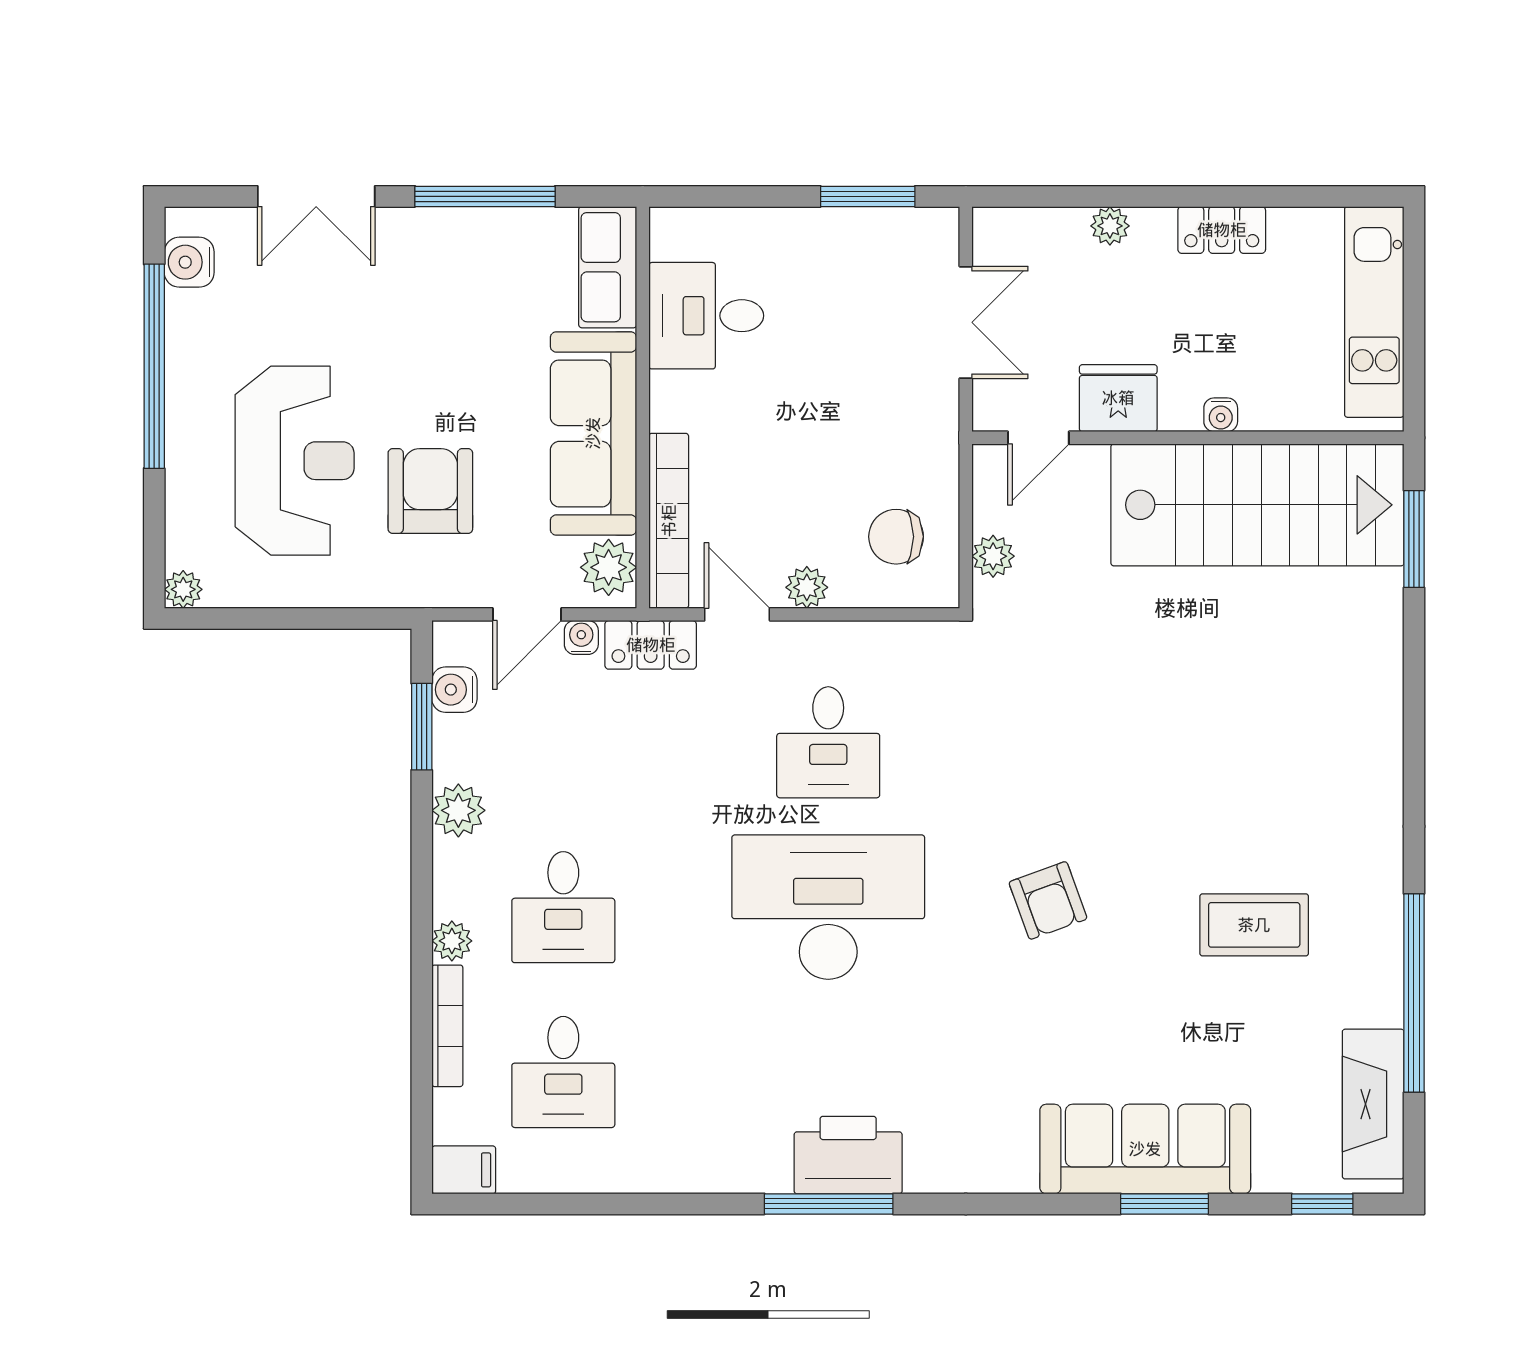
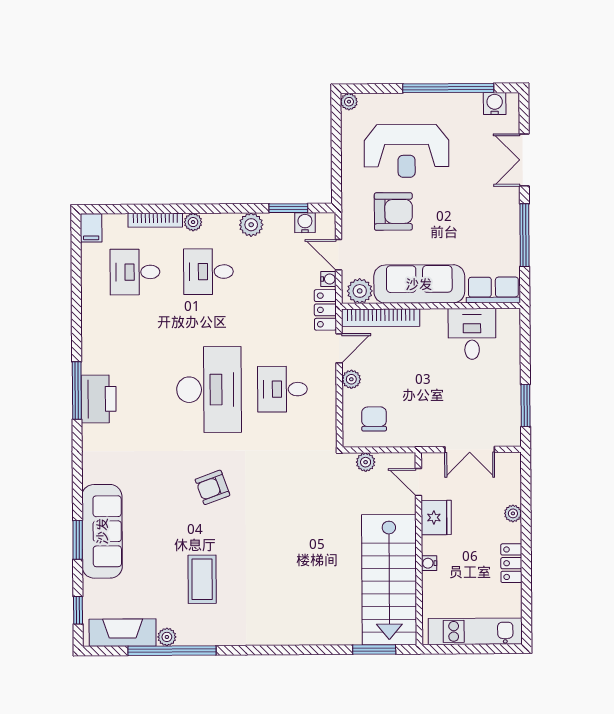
plant: (1383, 1005) -> (167, 637), added

